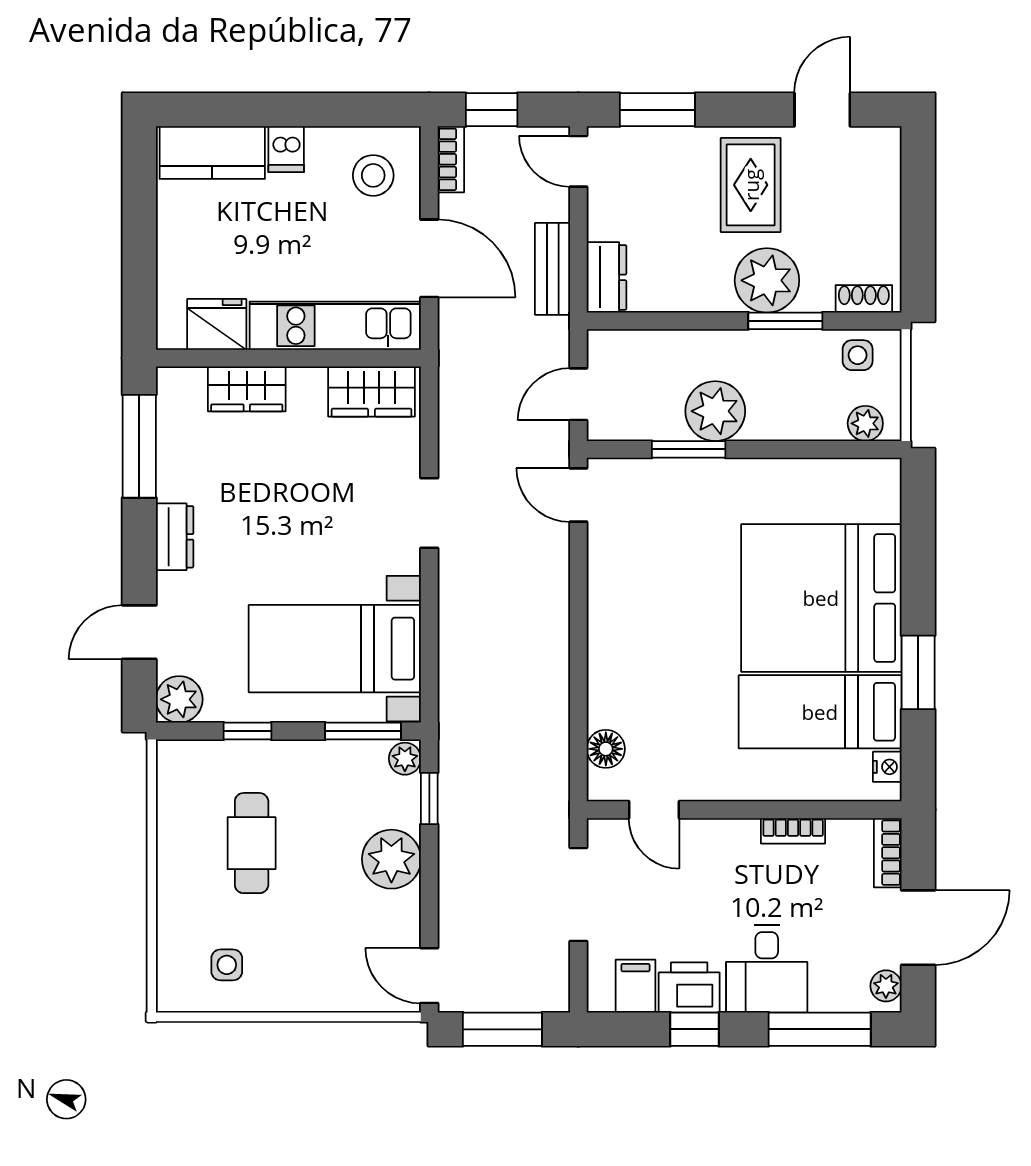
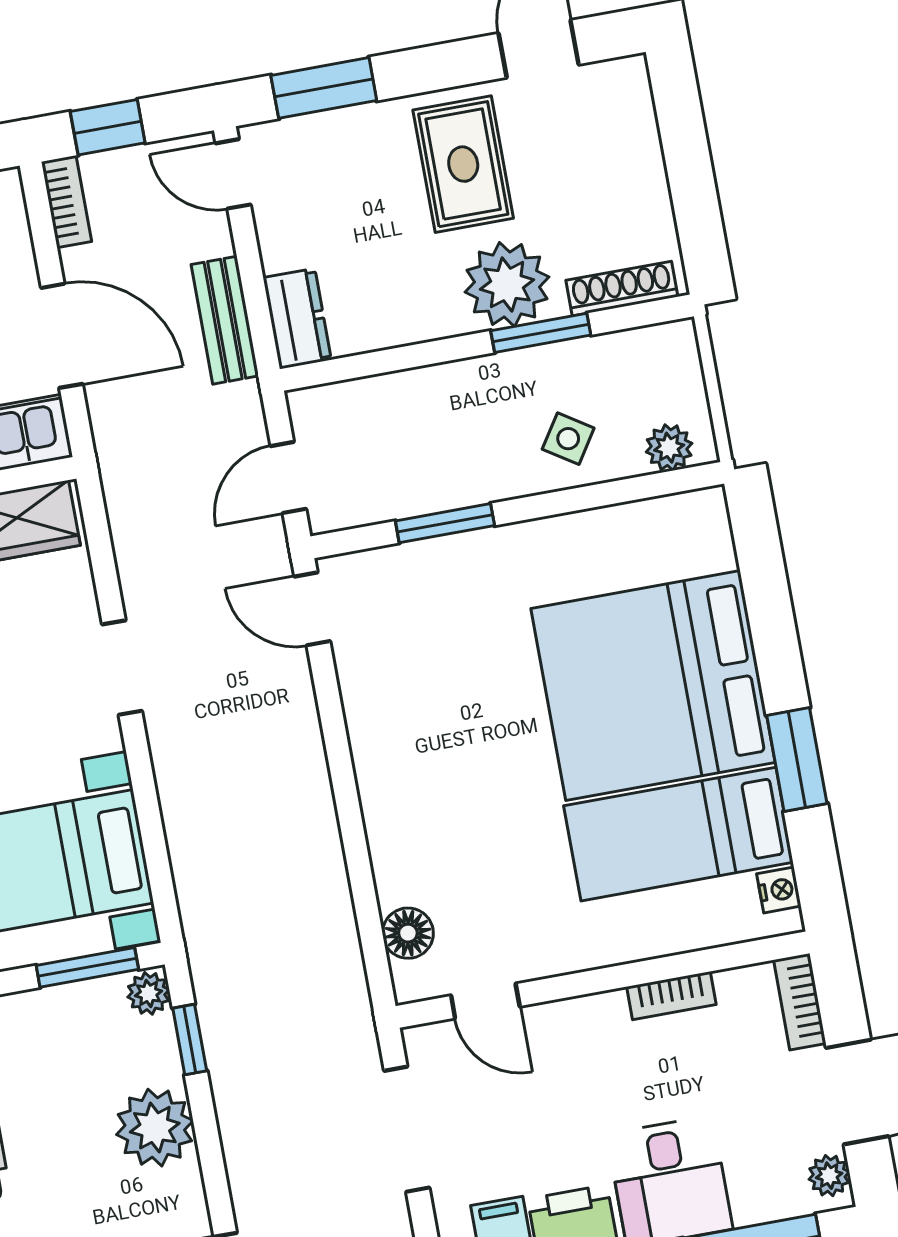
shoe rack: (864, 299) -> (622, 289), width x1.43
side table: (858, 355) -> (568, 439), moved, turned 33
plant: (715, 411) -> (471, 467), removed

